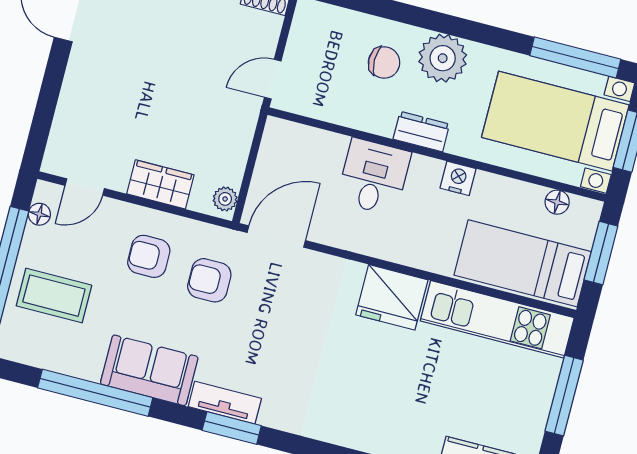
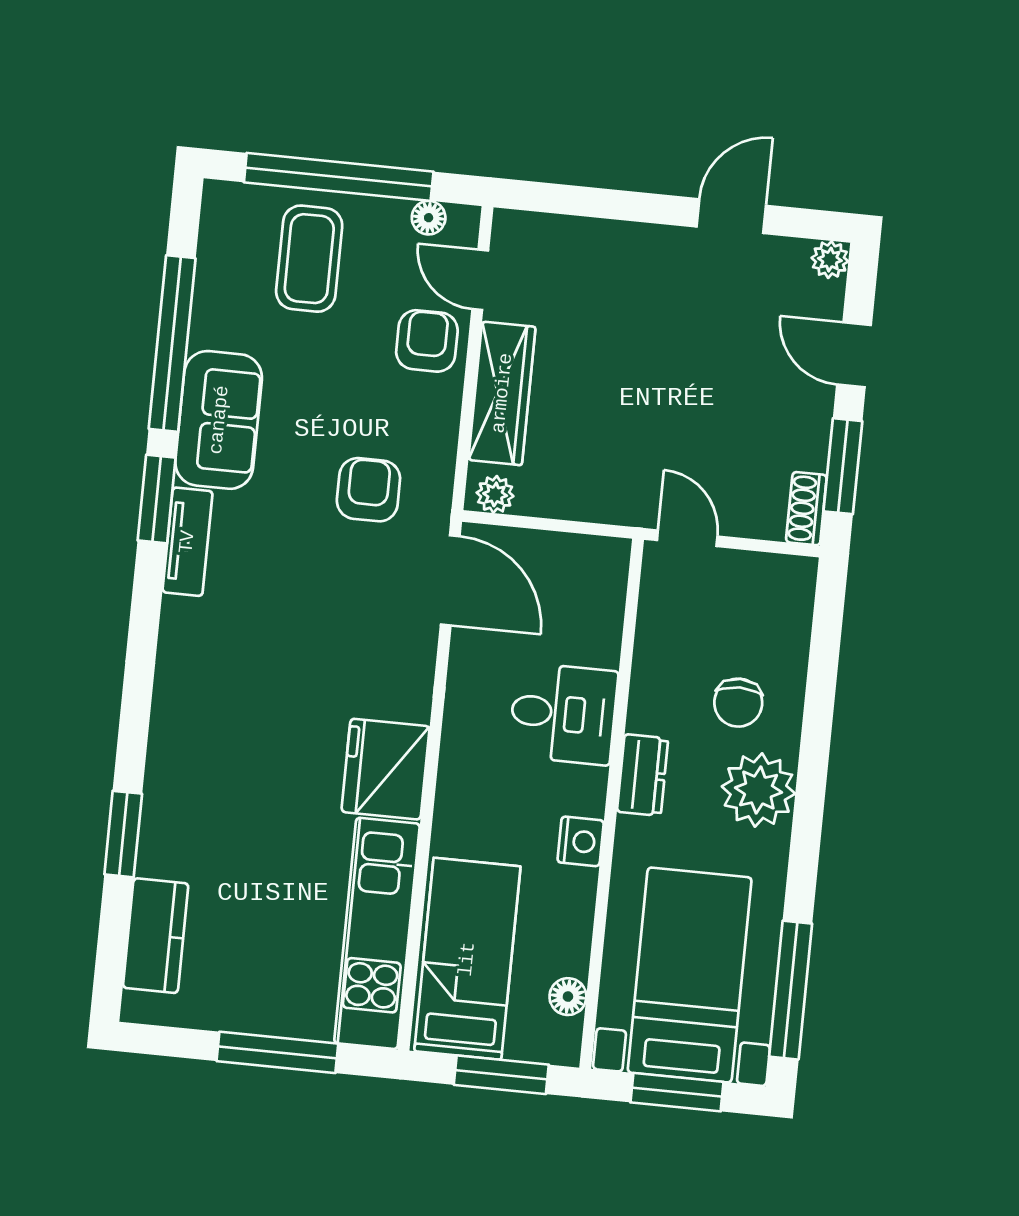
wardrobe: (160, 184) -> (502, 393), width x1.50
armchair: (149, 256) -> (427, 341), moved
window: (232, 428) -> (157, 499), moved

